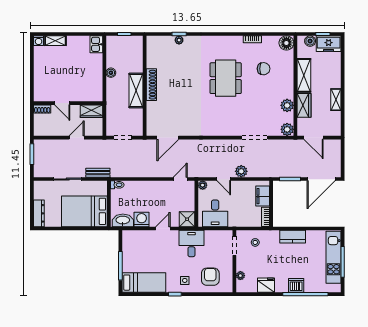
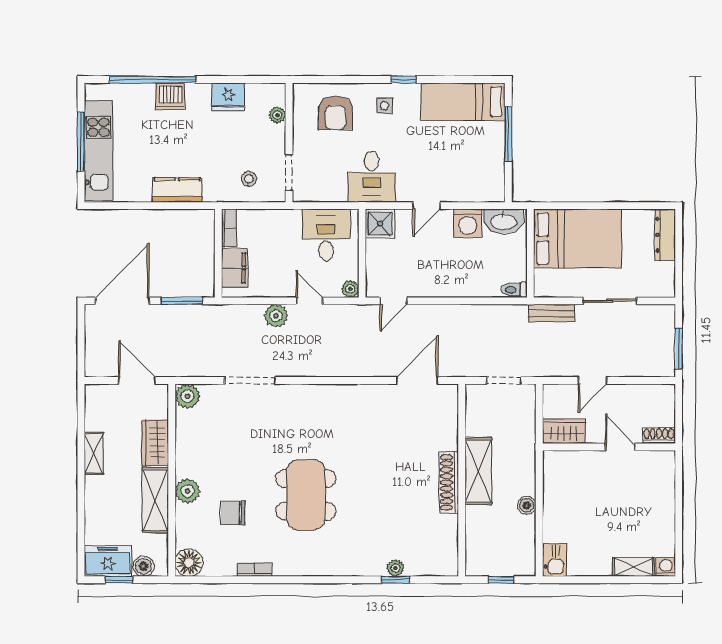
plant: (287, 105) -> (187, 491), moved

